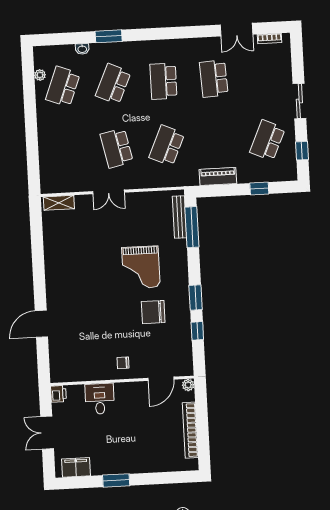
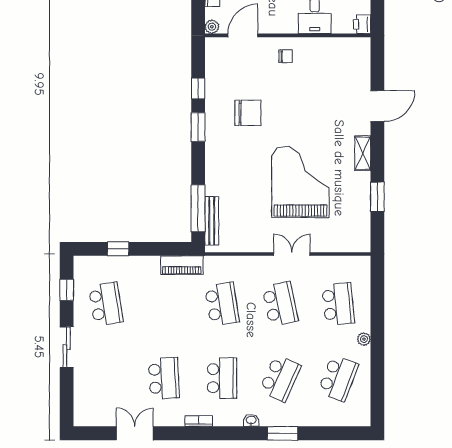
bookcase: (270, 39) -> (199, 421), moved
washbasin: (82, 49) -> (251, 420), moved
plant: (40, 75) -> (364, 339), moved
school desk: (267, 140) -> (106, 304), turned -33
school desk: (167, 145) -> (222, 304), turned -33
school desk: (66, 151) -> (338, 304), added
piano: (218, 176) -> (182, 265), moved
shelving: (59, 203) -> (363, 153), moved, turned 90
window: (37, 245) -> (377, 197), added
grand piano: (141, 267) -> (300, 182), moved, width x1.37, depth x1.48

